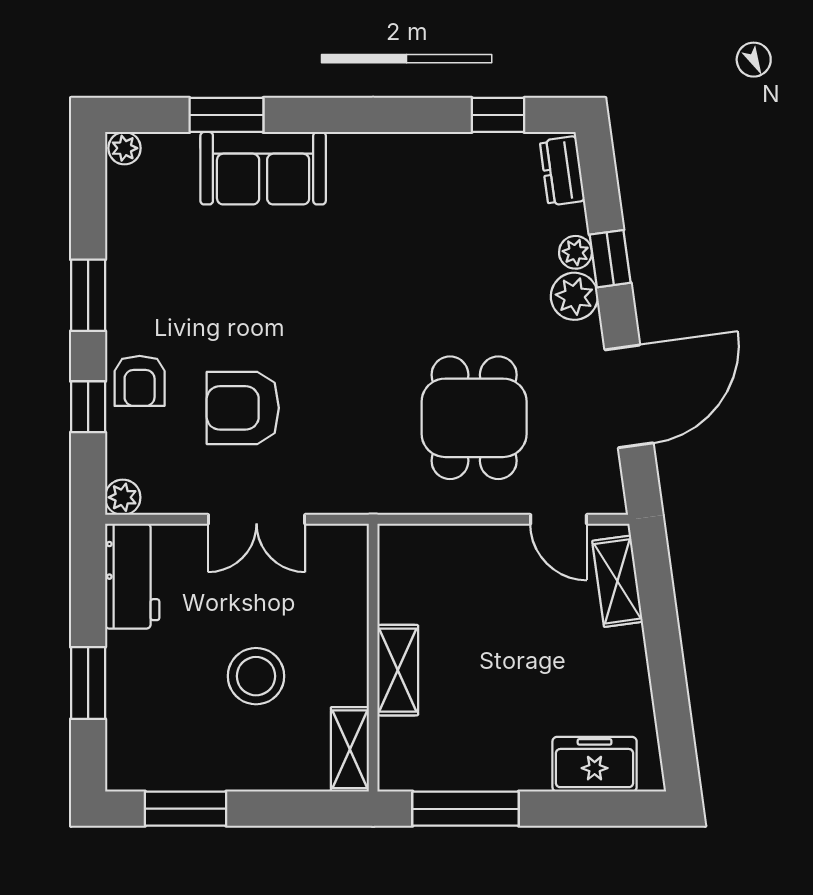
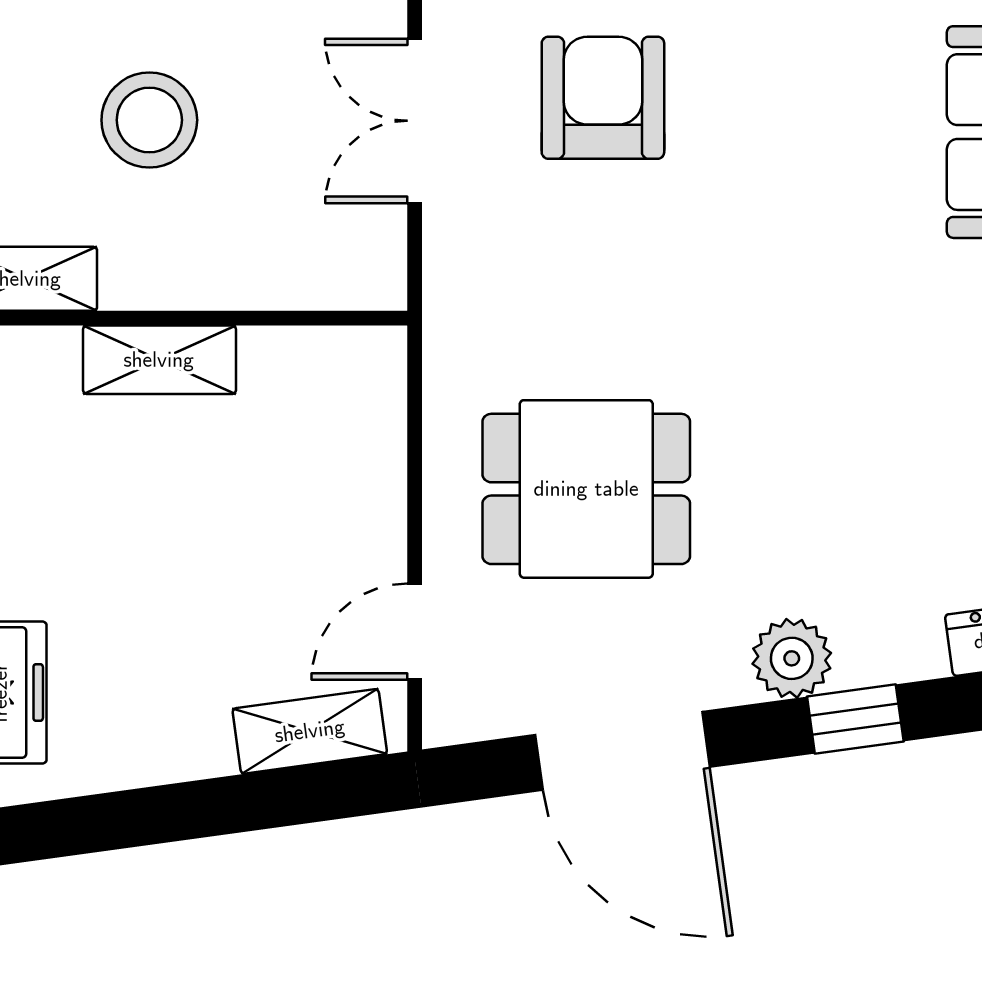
plant: (575, 252) -> (866, 660), removed

